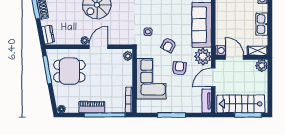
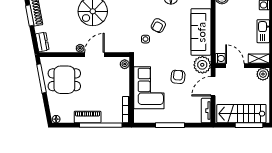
armchair: (169, 45) -> (158, 26), moved

